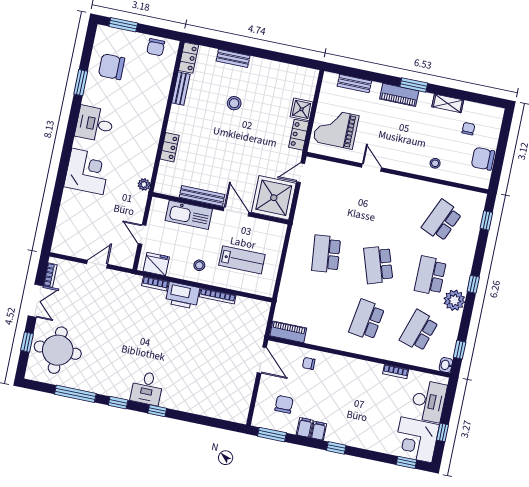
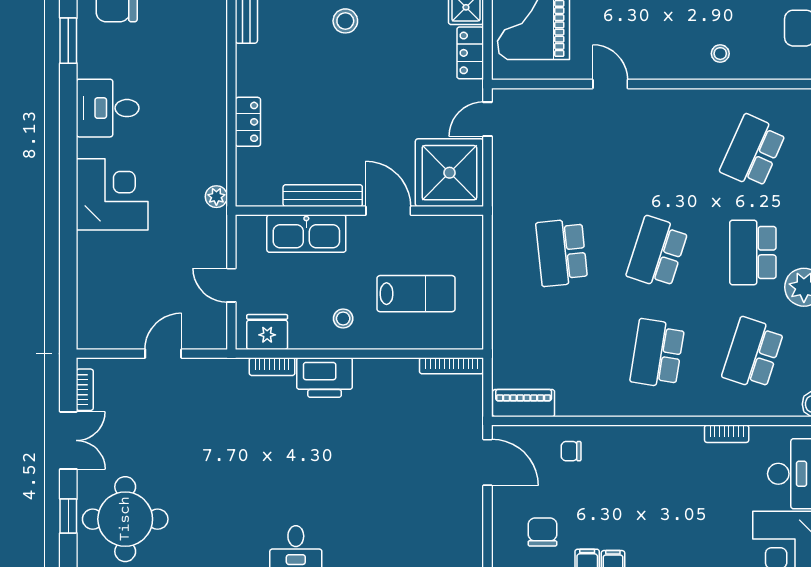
school desk: (378, 265) -> (657, 252), turned 36
bookcase: (218, 296) -> (452, 366), moved

